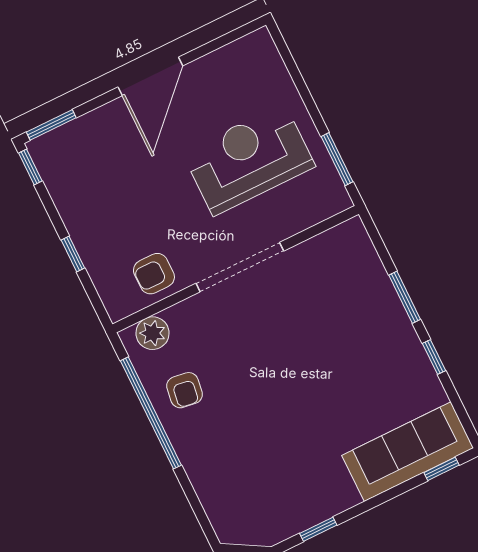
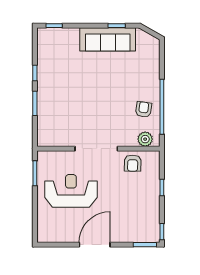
reception desk: (249, 159) -> (71, 191), turned 180
armchair: (154, 274) -> (133, 163), turned 91
sofa: (408, 452) -> (108, 39), moved

